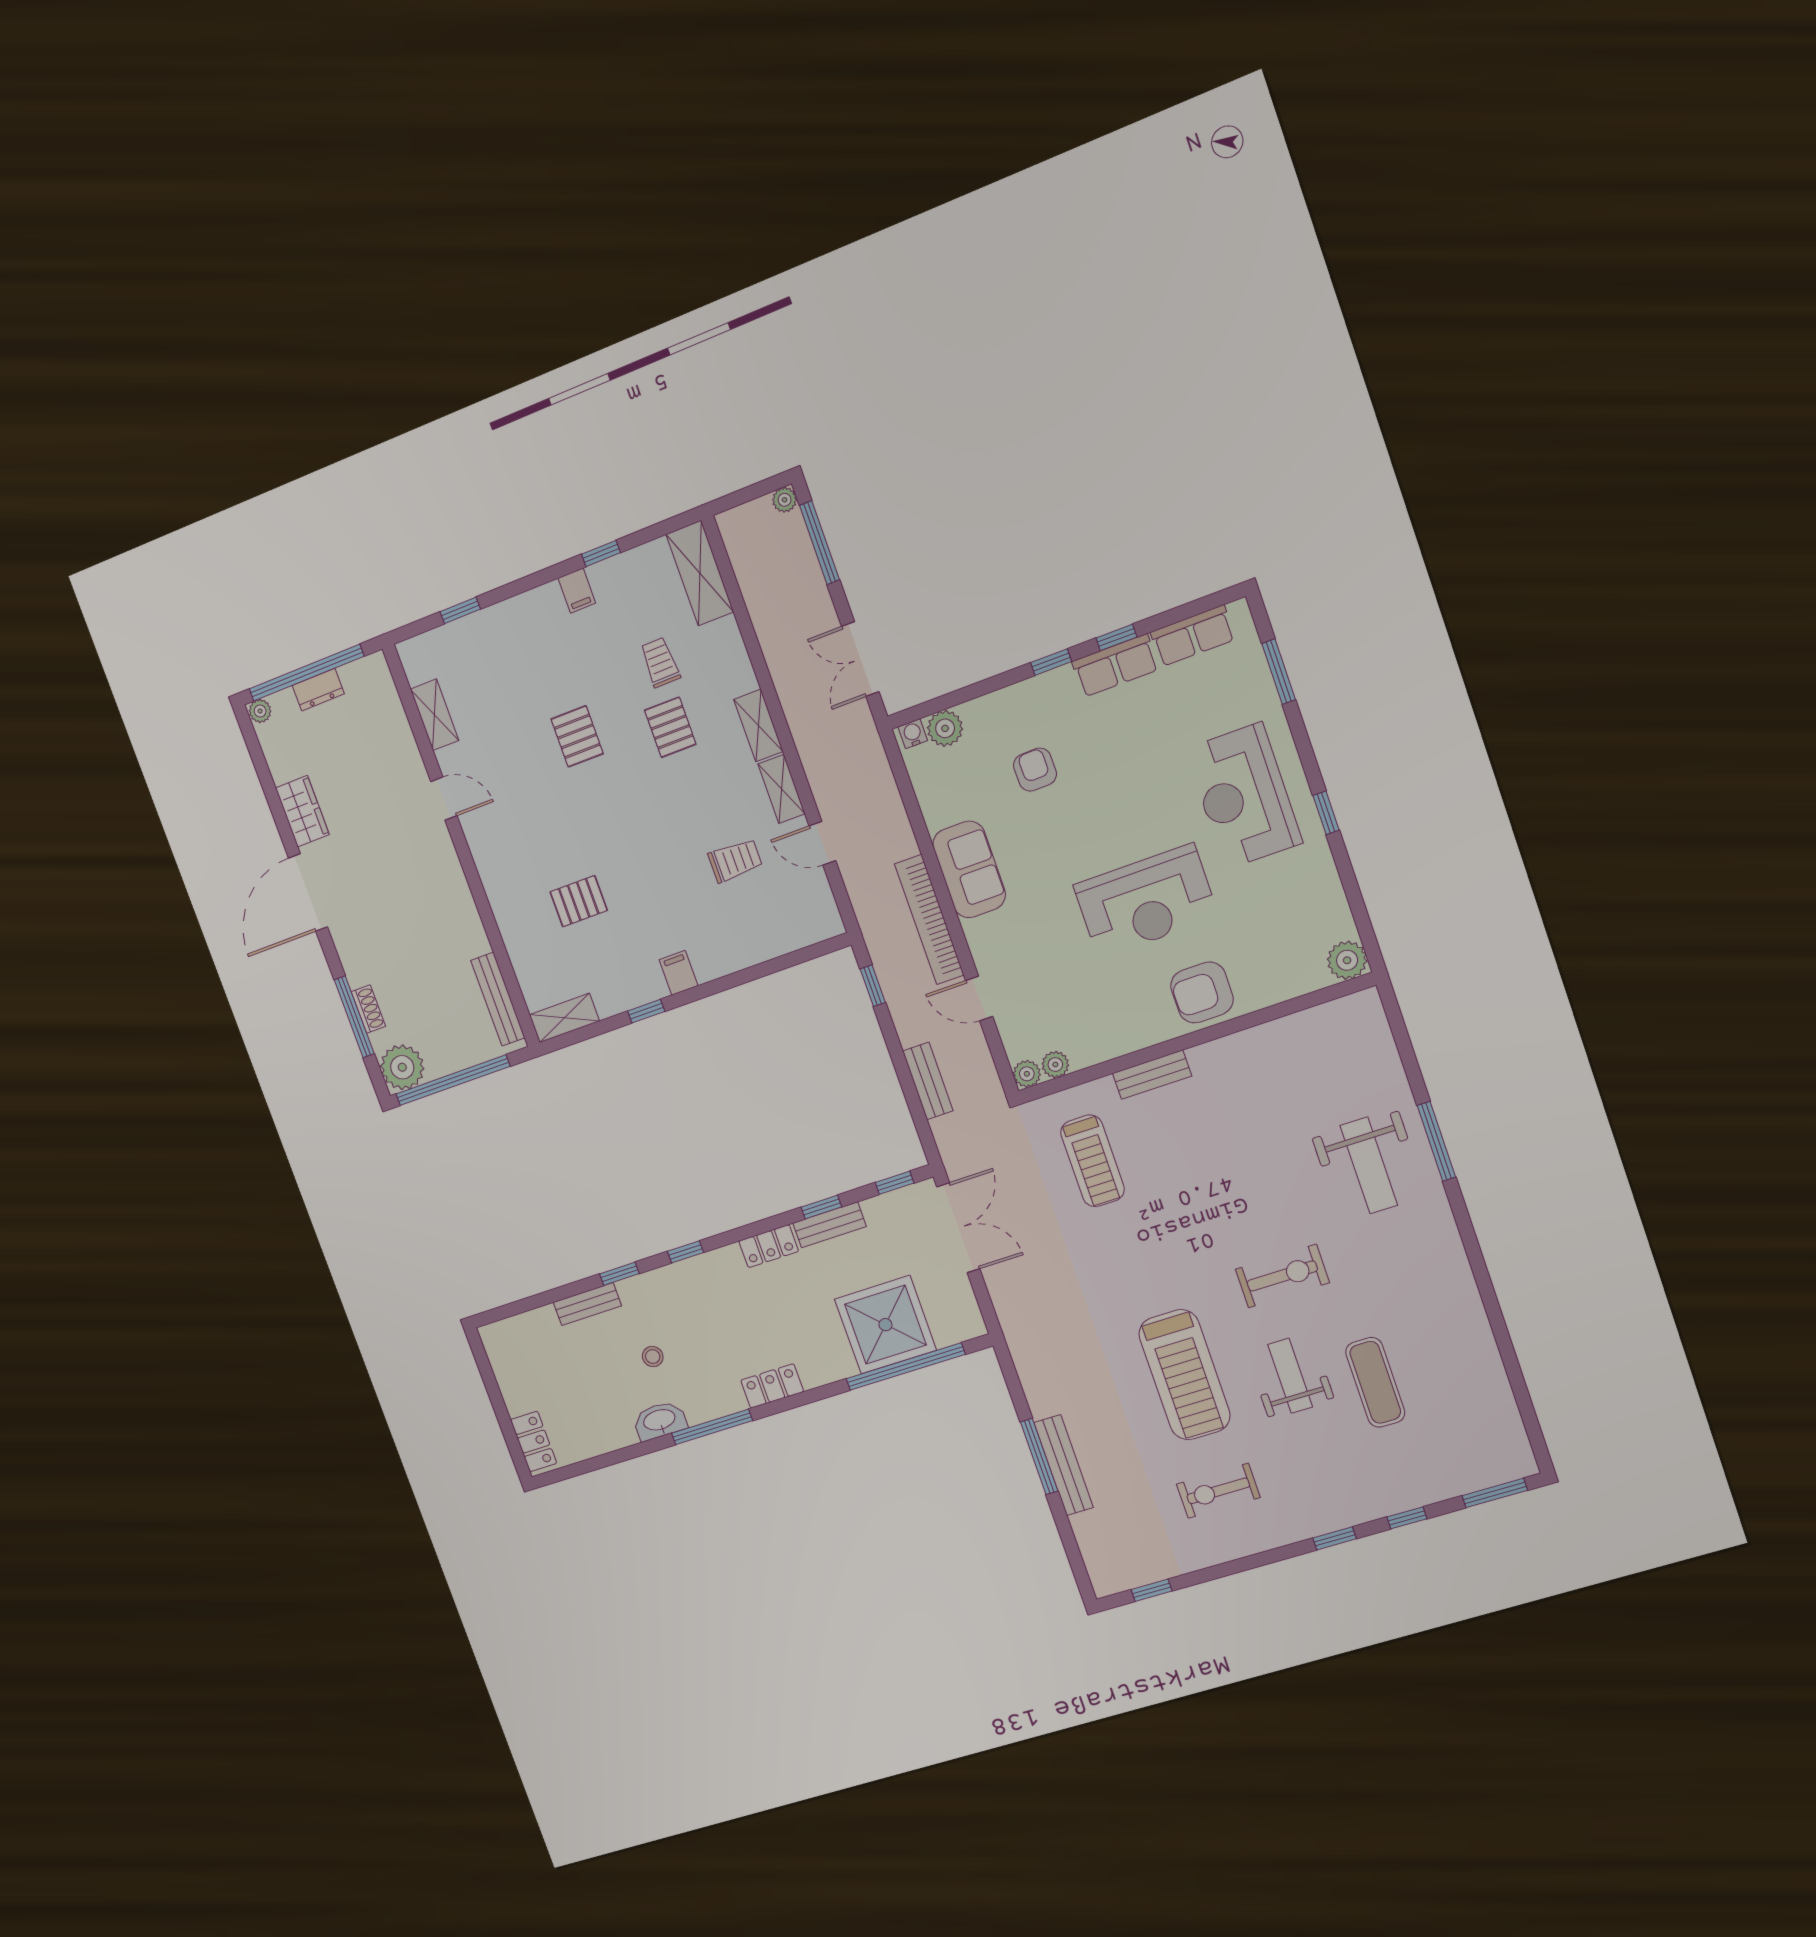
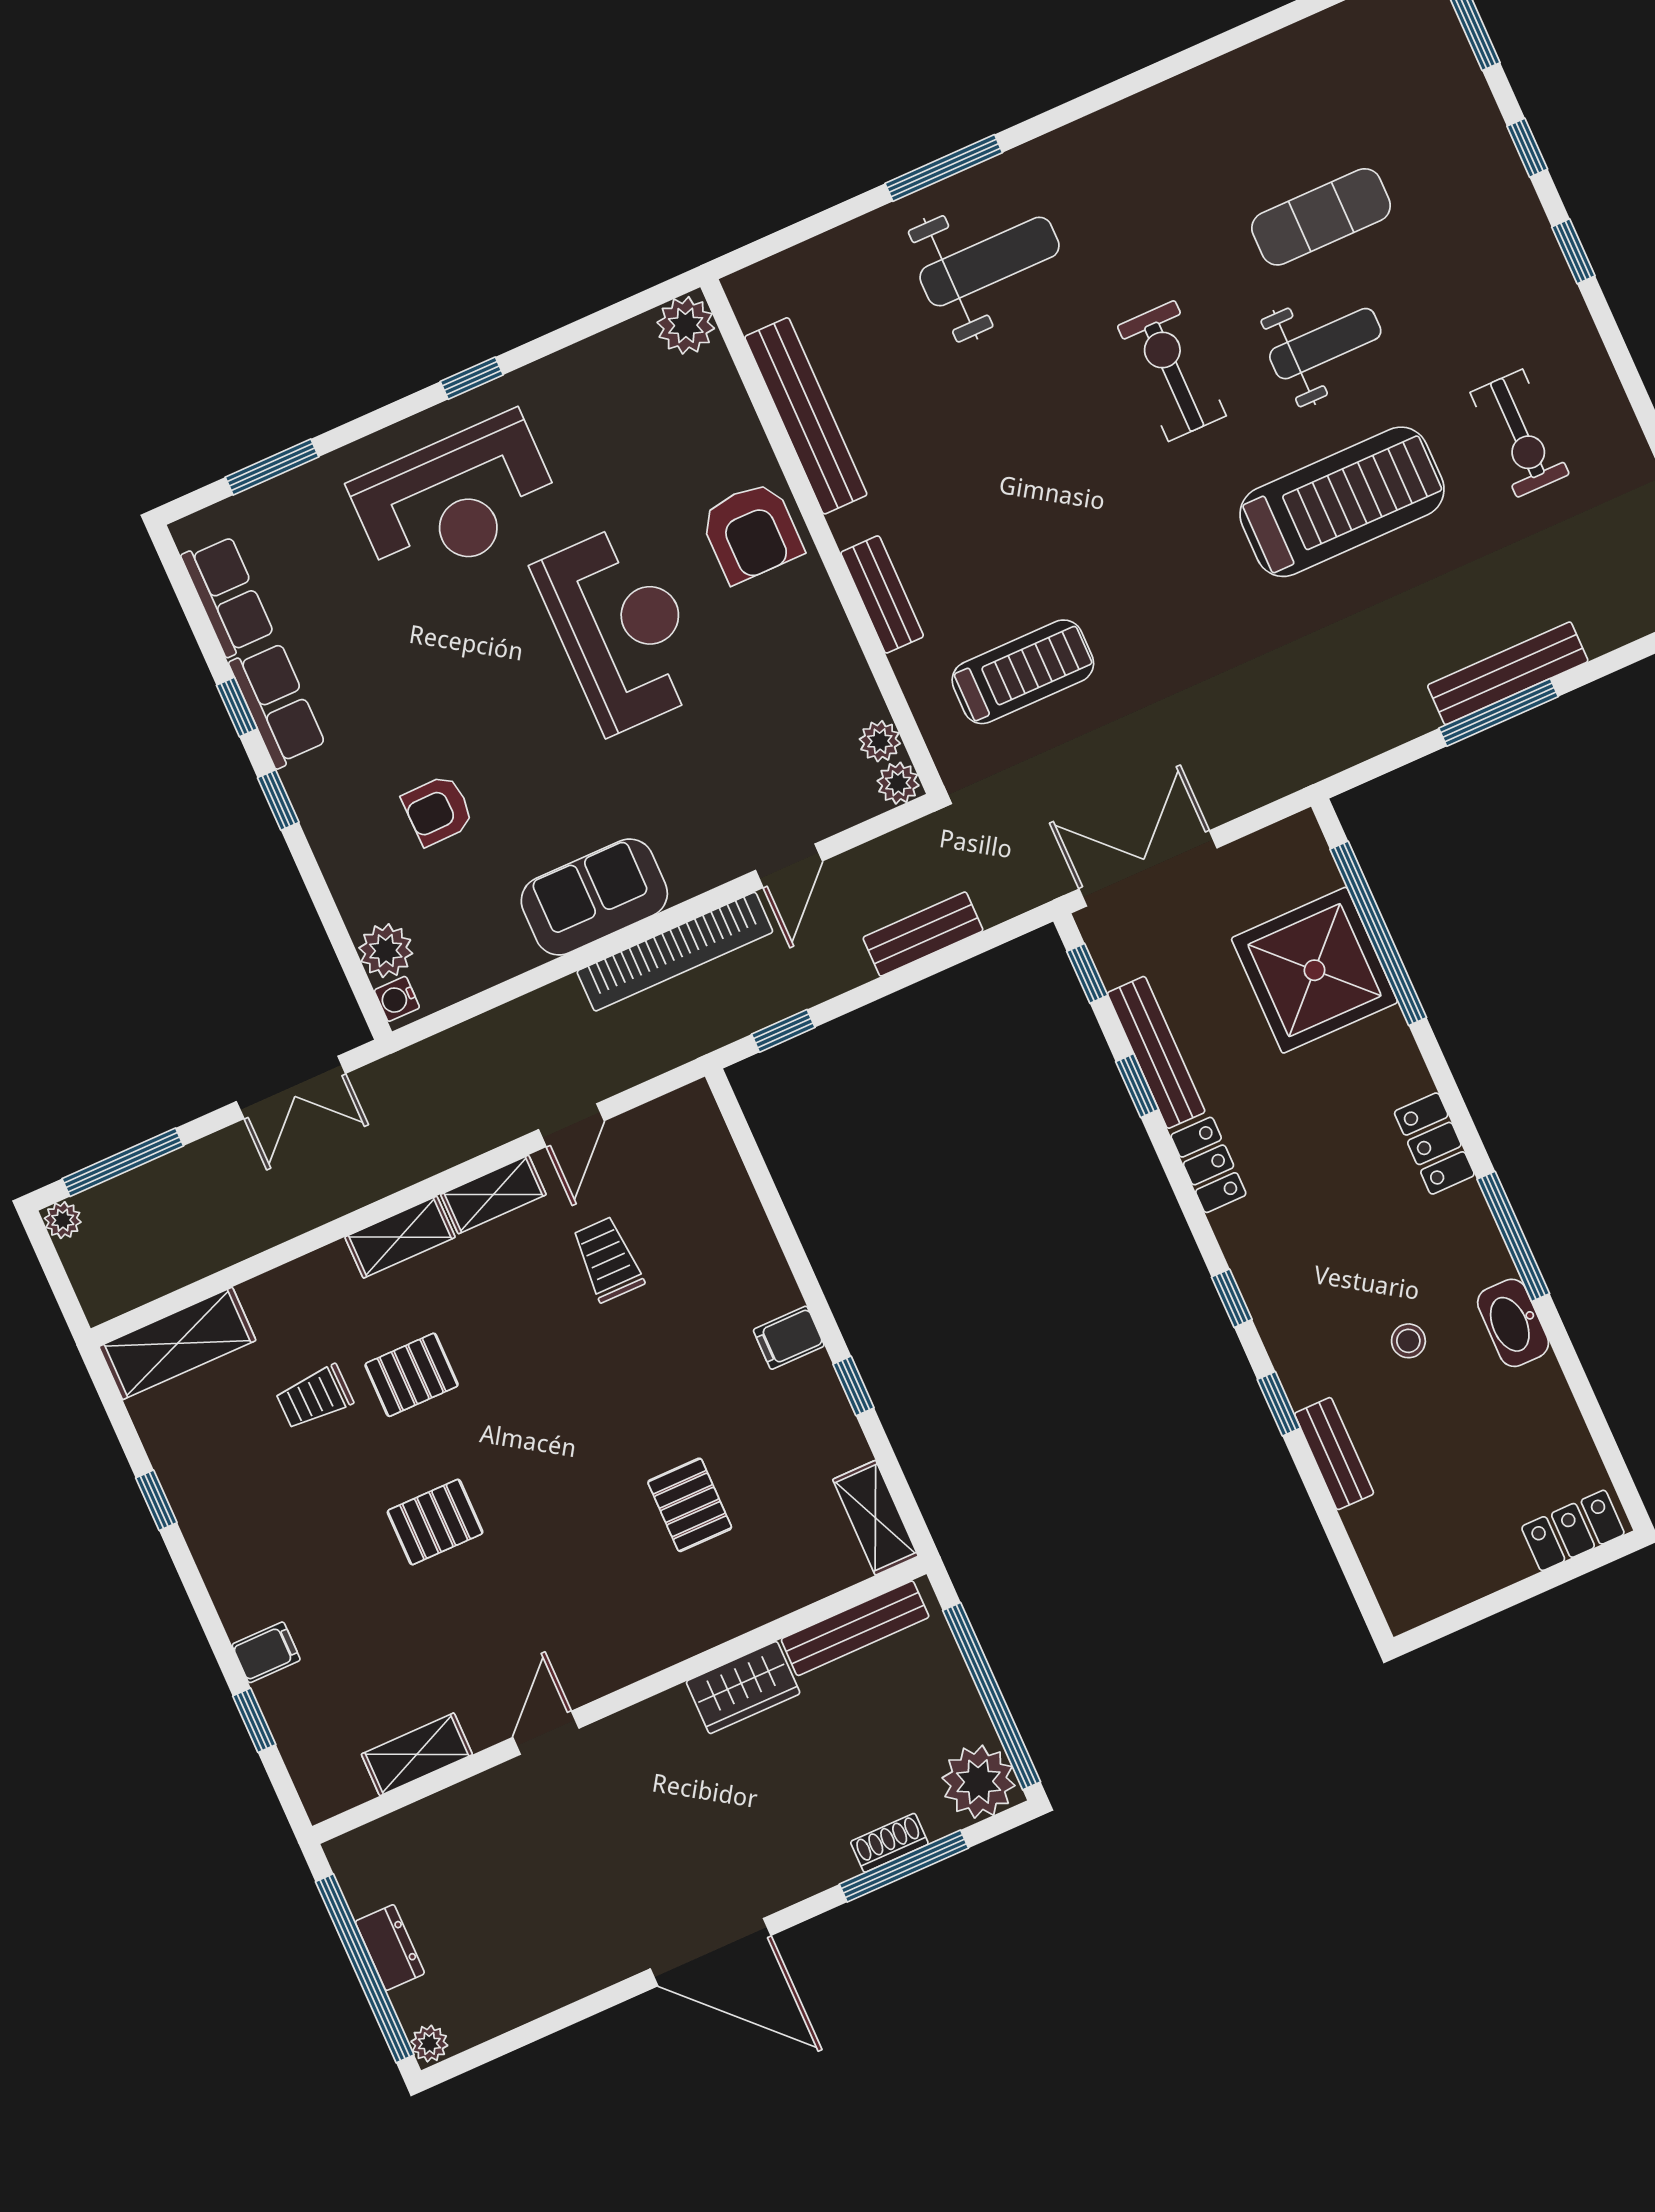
filing cabinet: (577, 591) -> (266, 1652), moved
wardrobe: (302, 811) -> (743, 1688), moved, turned 180
bench: (1277, 1035) -> (806, 416), added
bench: (829, 1225) -> (1156, 1052), width x1.36
weight bench: (1290, 1376) -> (1325, 344), turned 180

